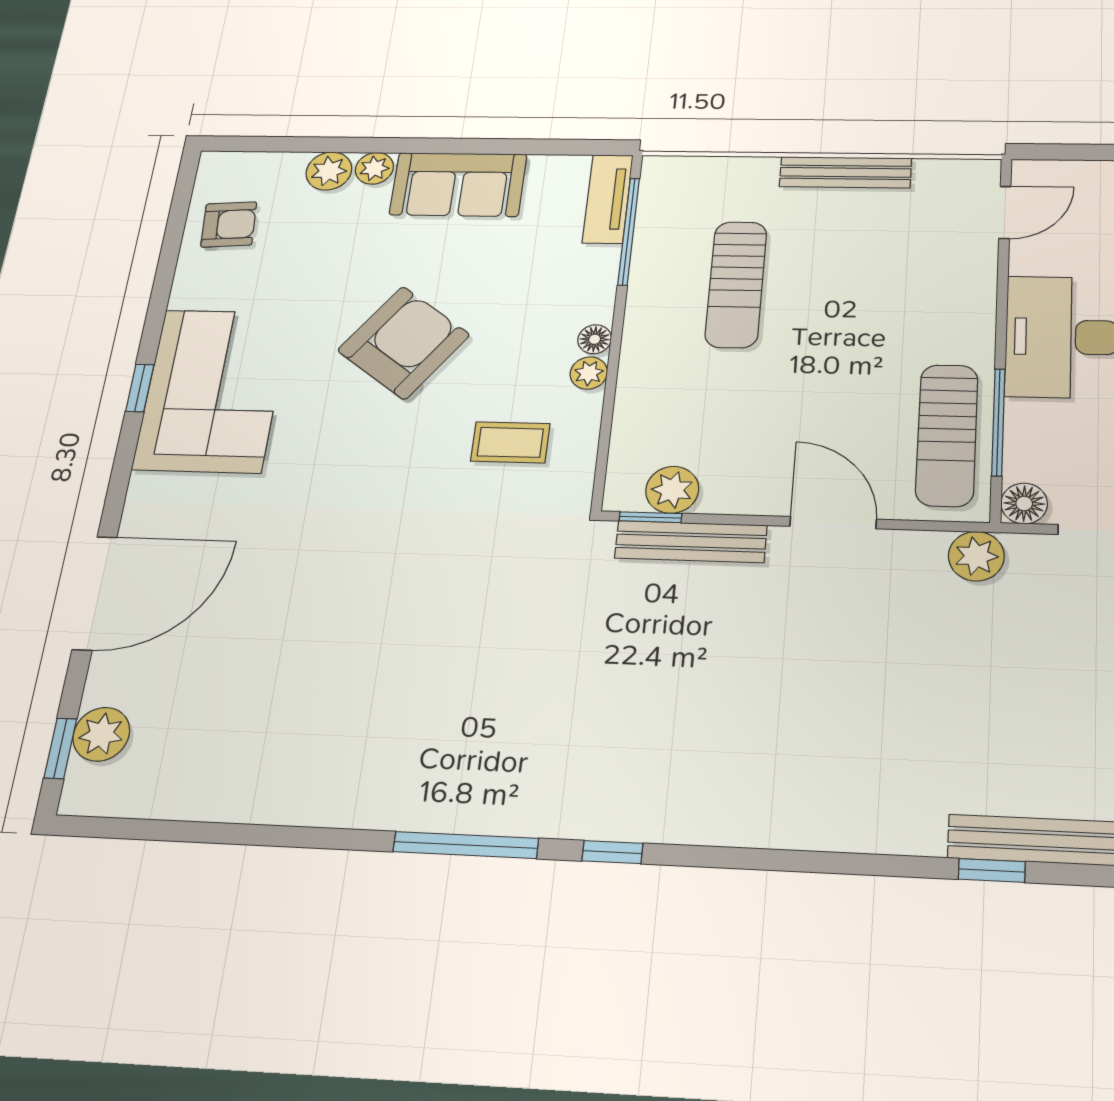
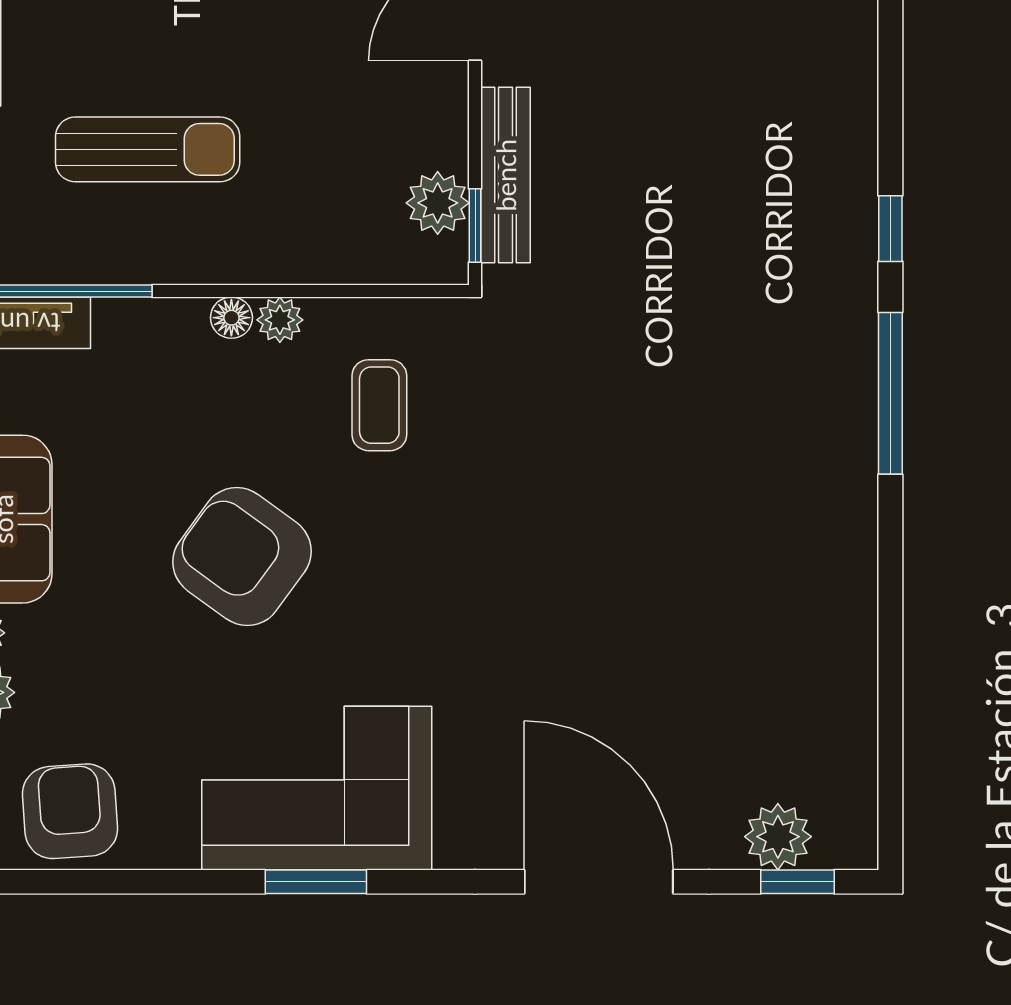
armchair: (229, 224) -> (70, 811), width x1.38, depth x1.38
window: (140, 388) -> (316, 882), width x1.50

